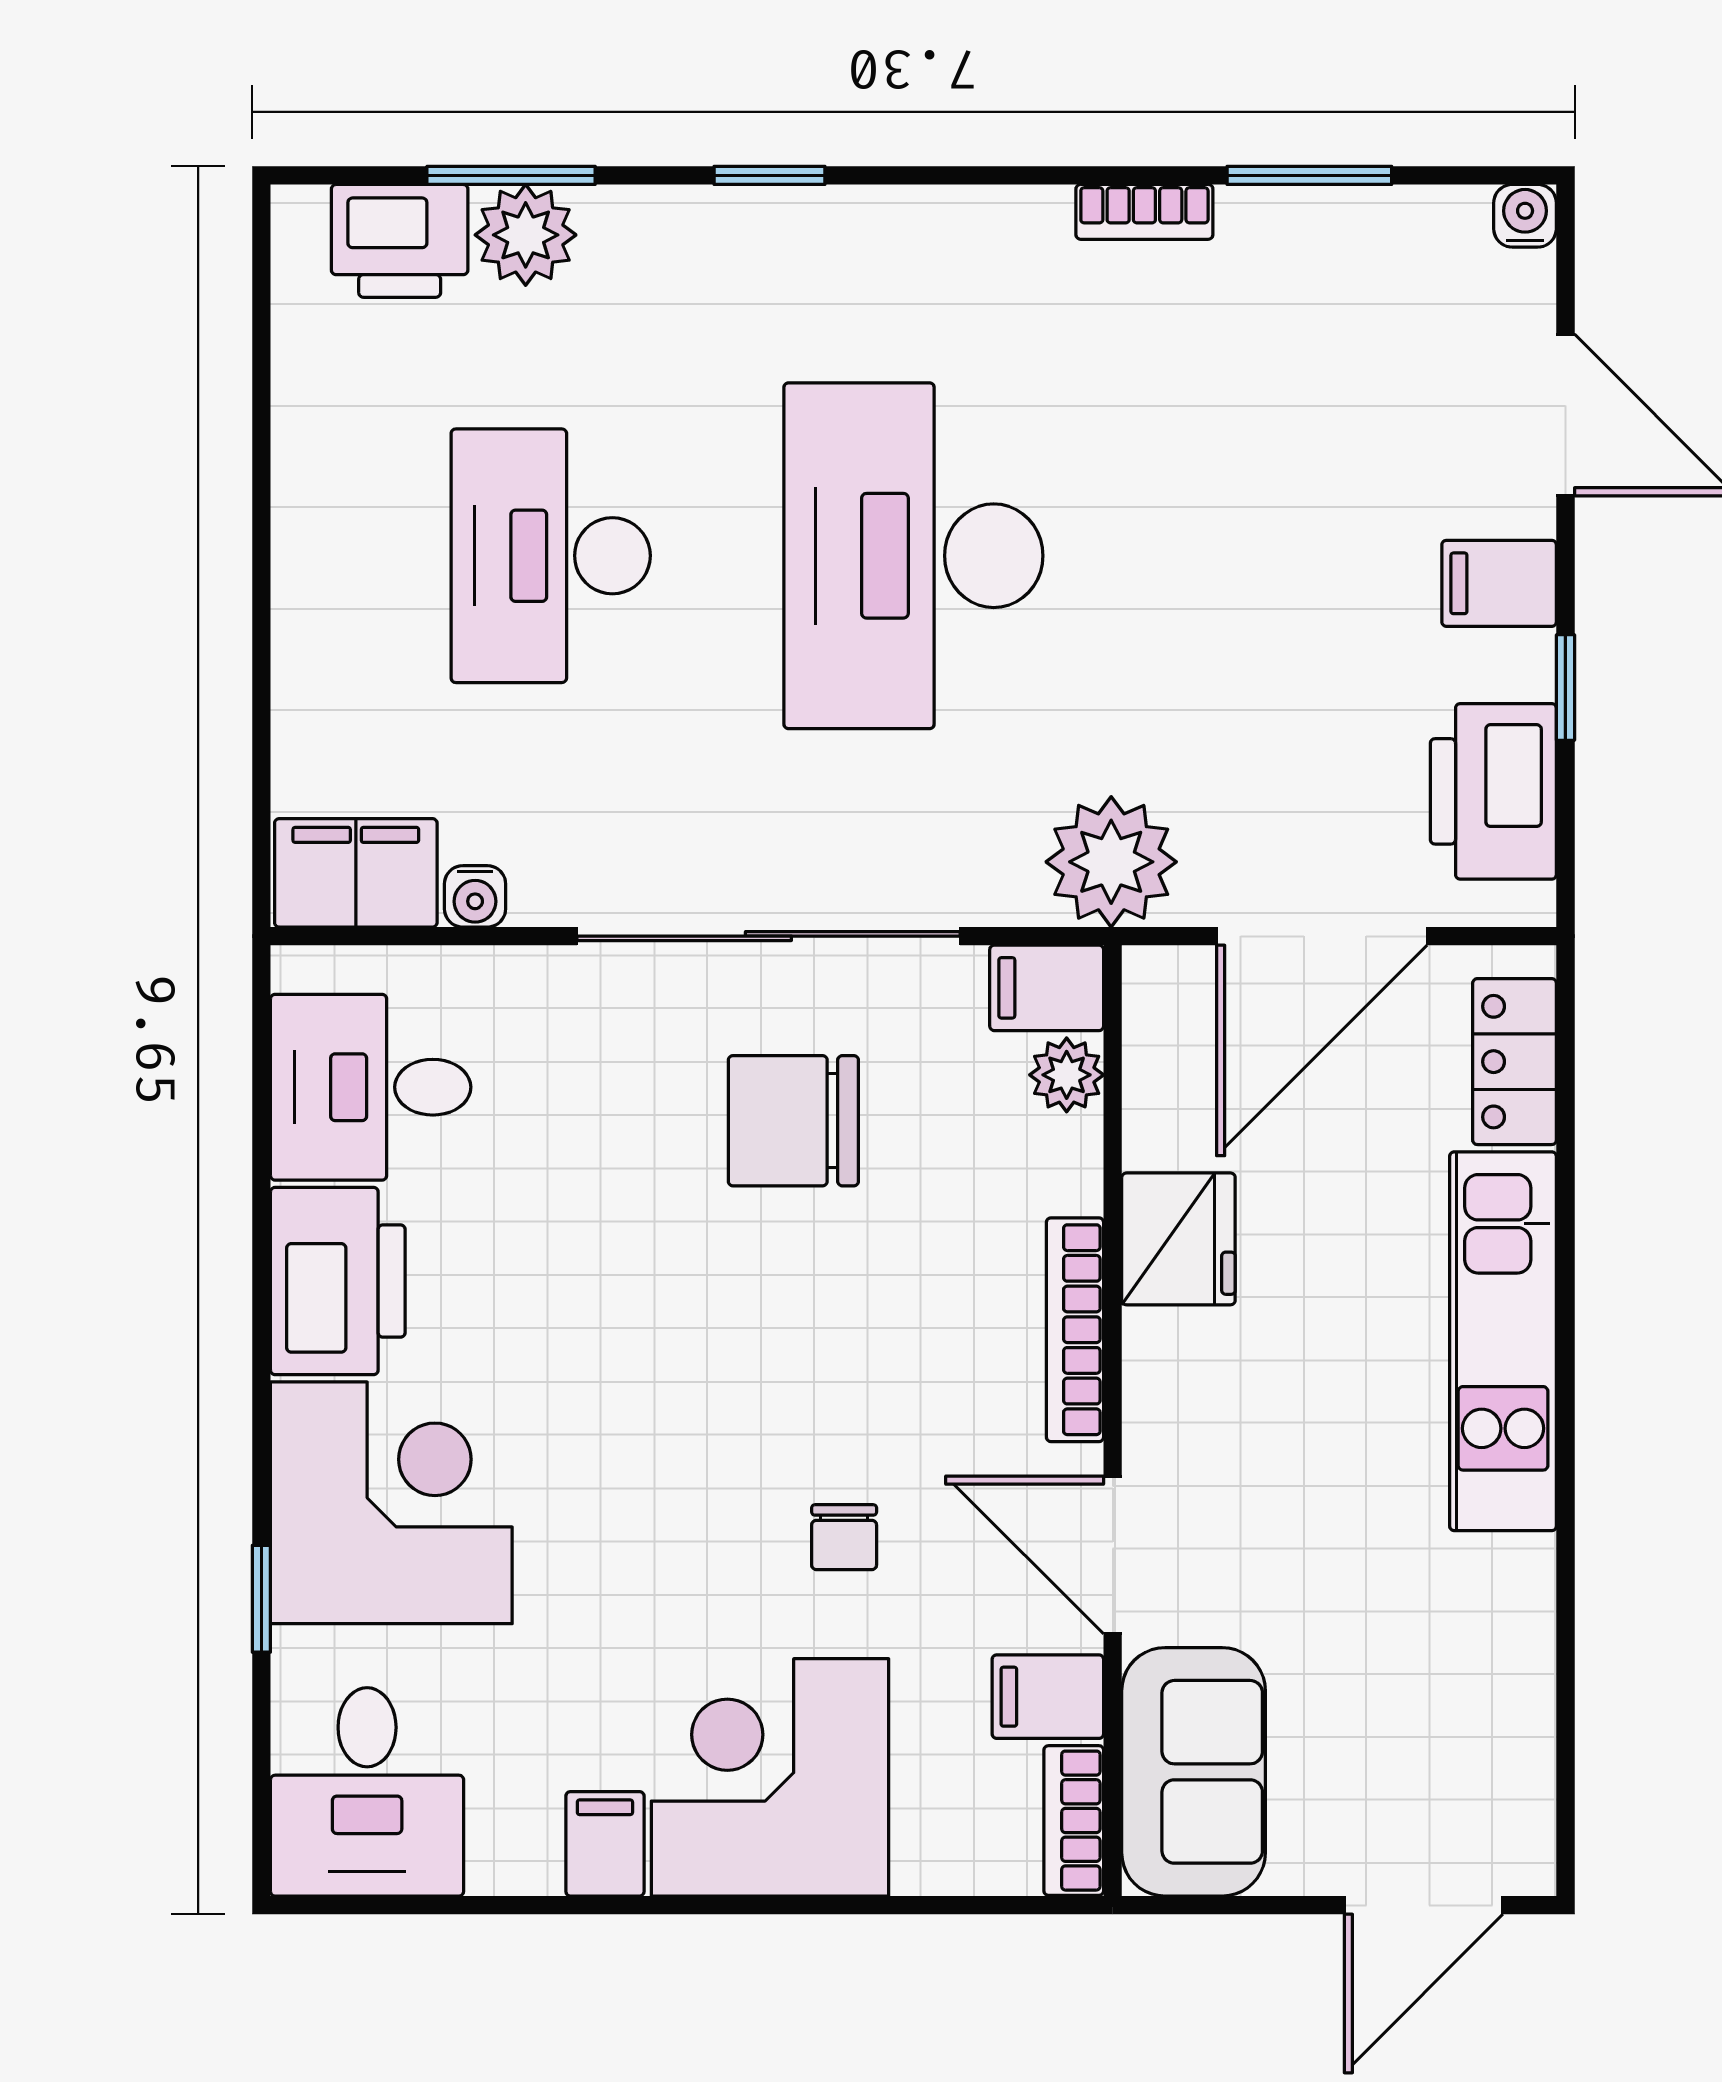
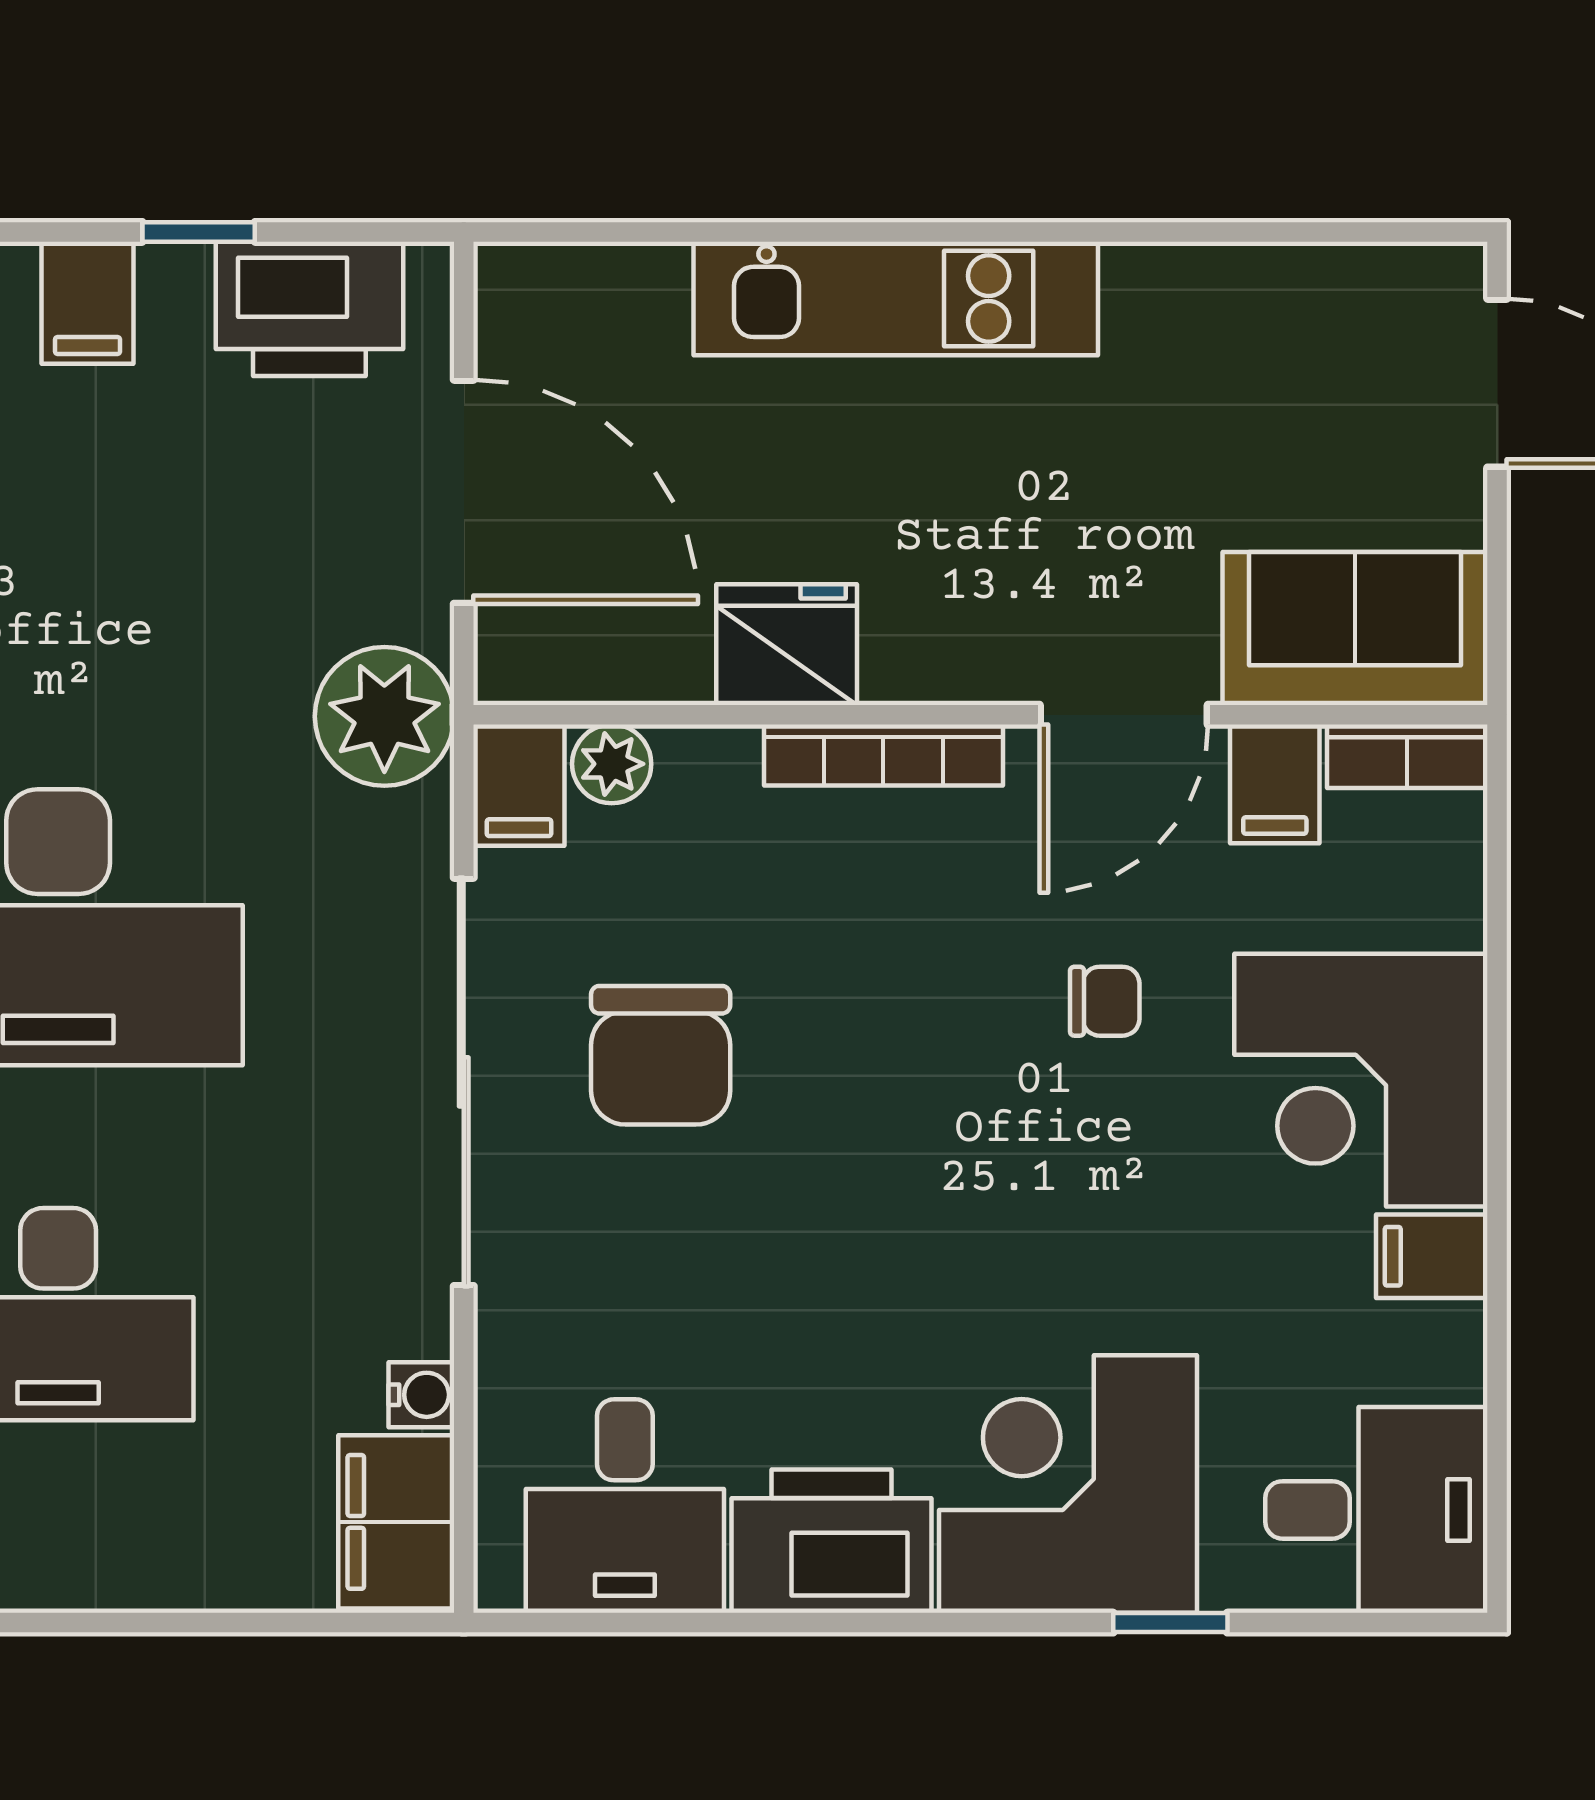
locker: (1515, 1062) -> (598, 286), removed

